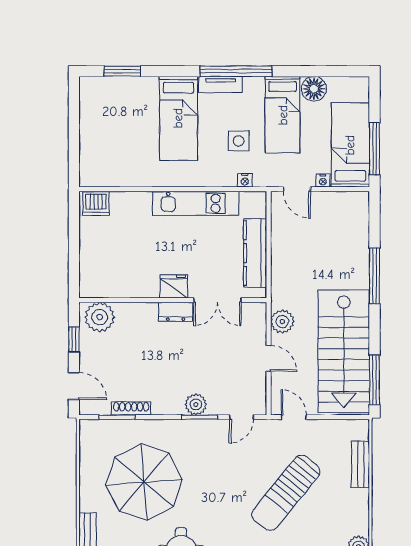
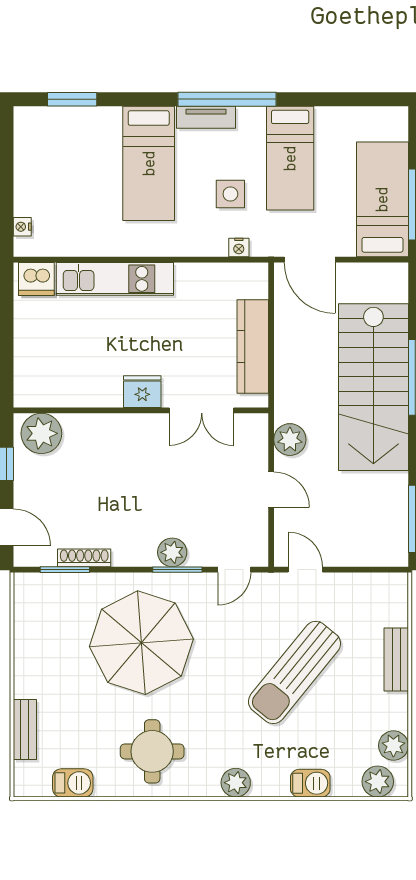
floor lamp: (314, 89) -> (333, 123), removed
nightstand: (323, 181) -> (22, 227), moved, turned 90
door: (297, 189) -> (310, 260), width x1.38
kitchen unit: (196, 203) -> (115, 279), moved
dresser: (176, 312) -> (145, 426), removed
stairs: (344, 351) -> (373, 387), moved
bench: (361, 464) -> (396, 659), moved
parasol: (144, 482) -> (141, 643), moved

